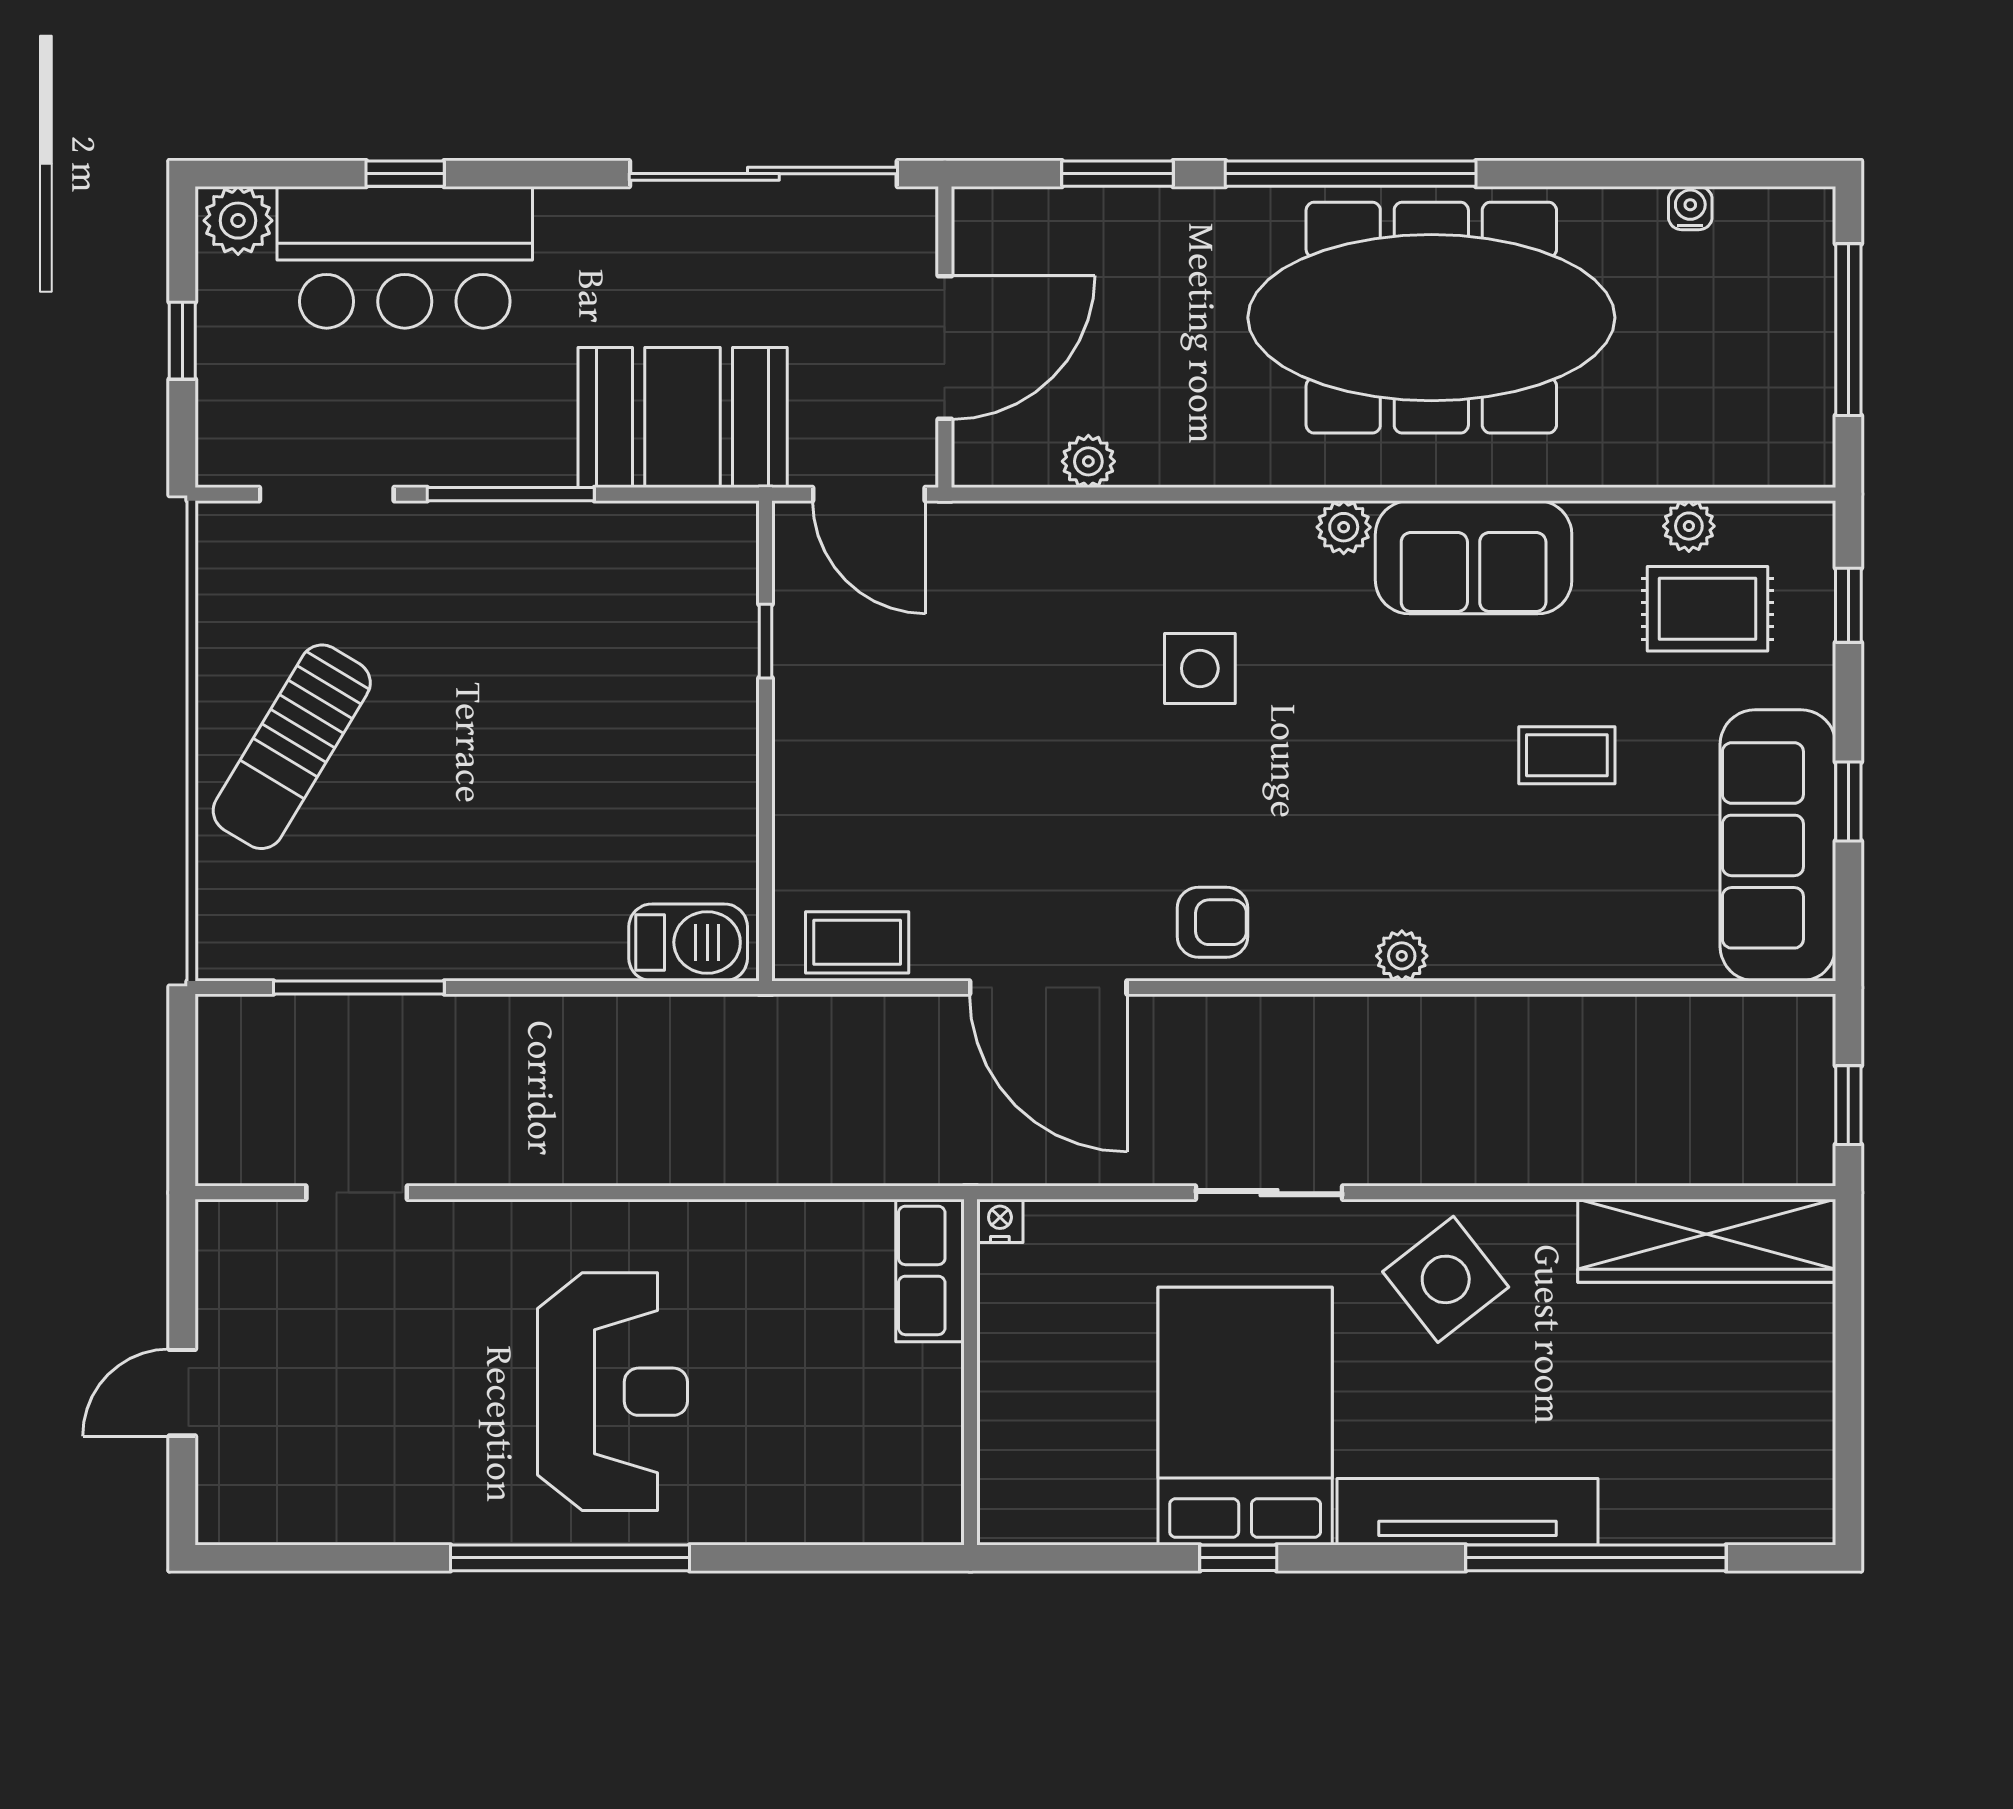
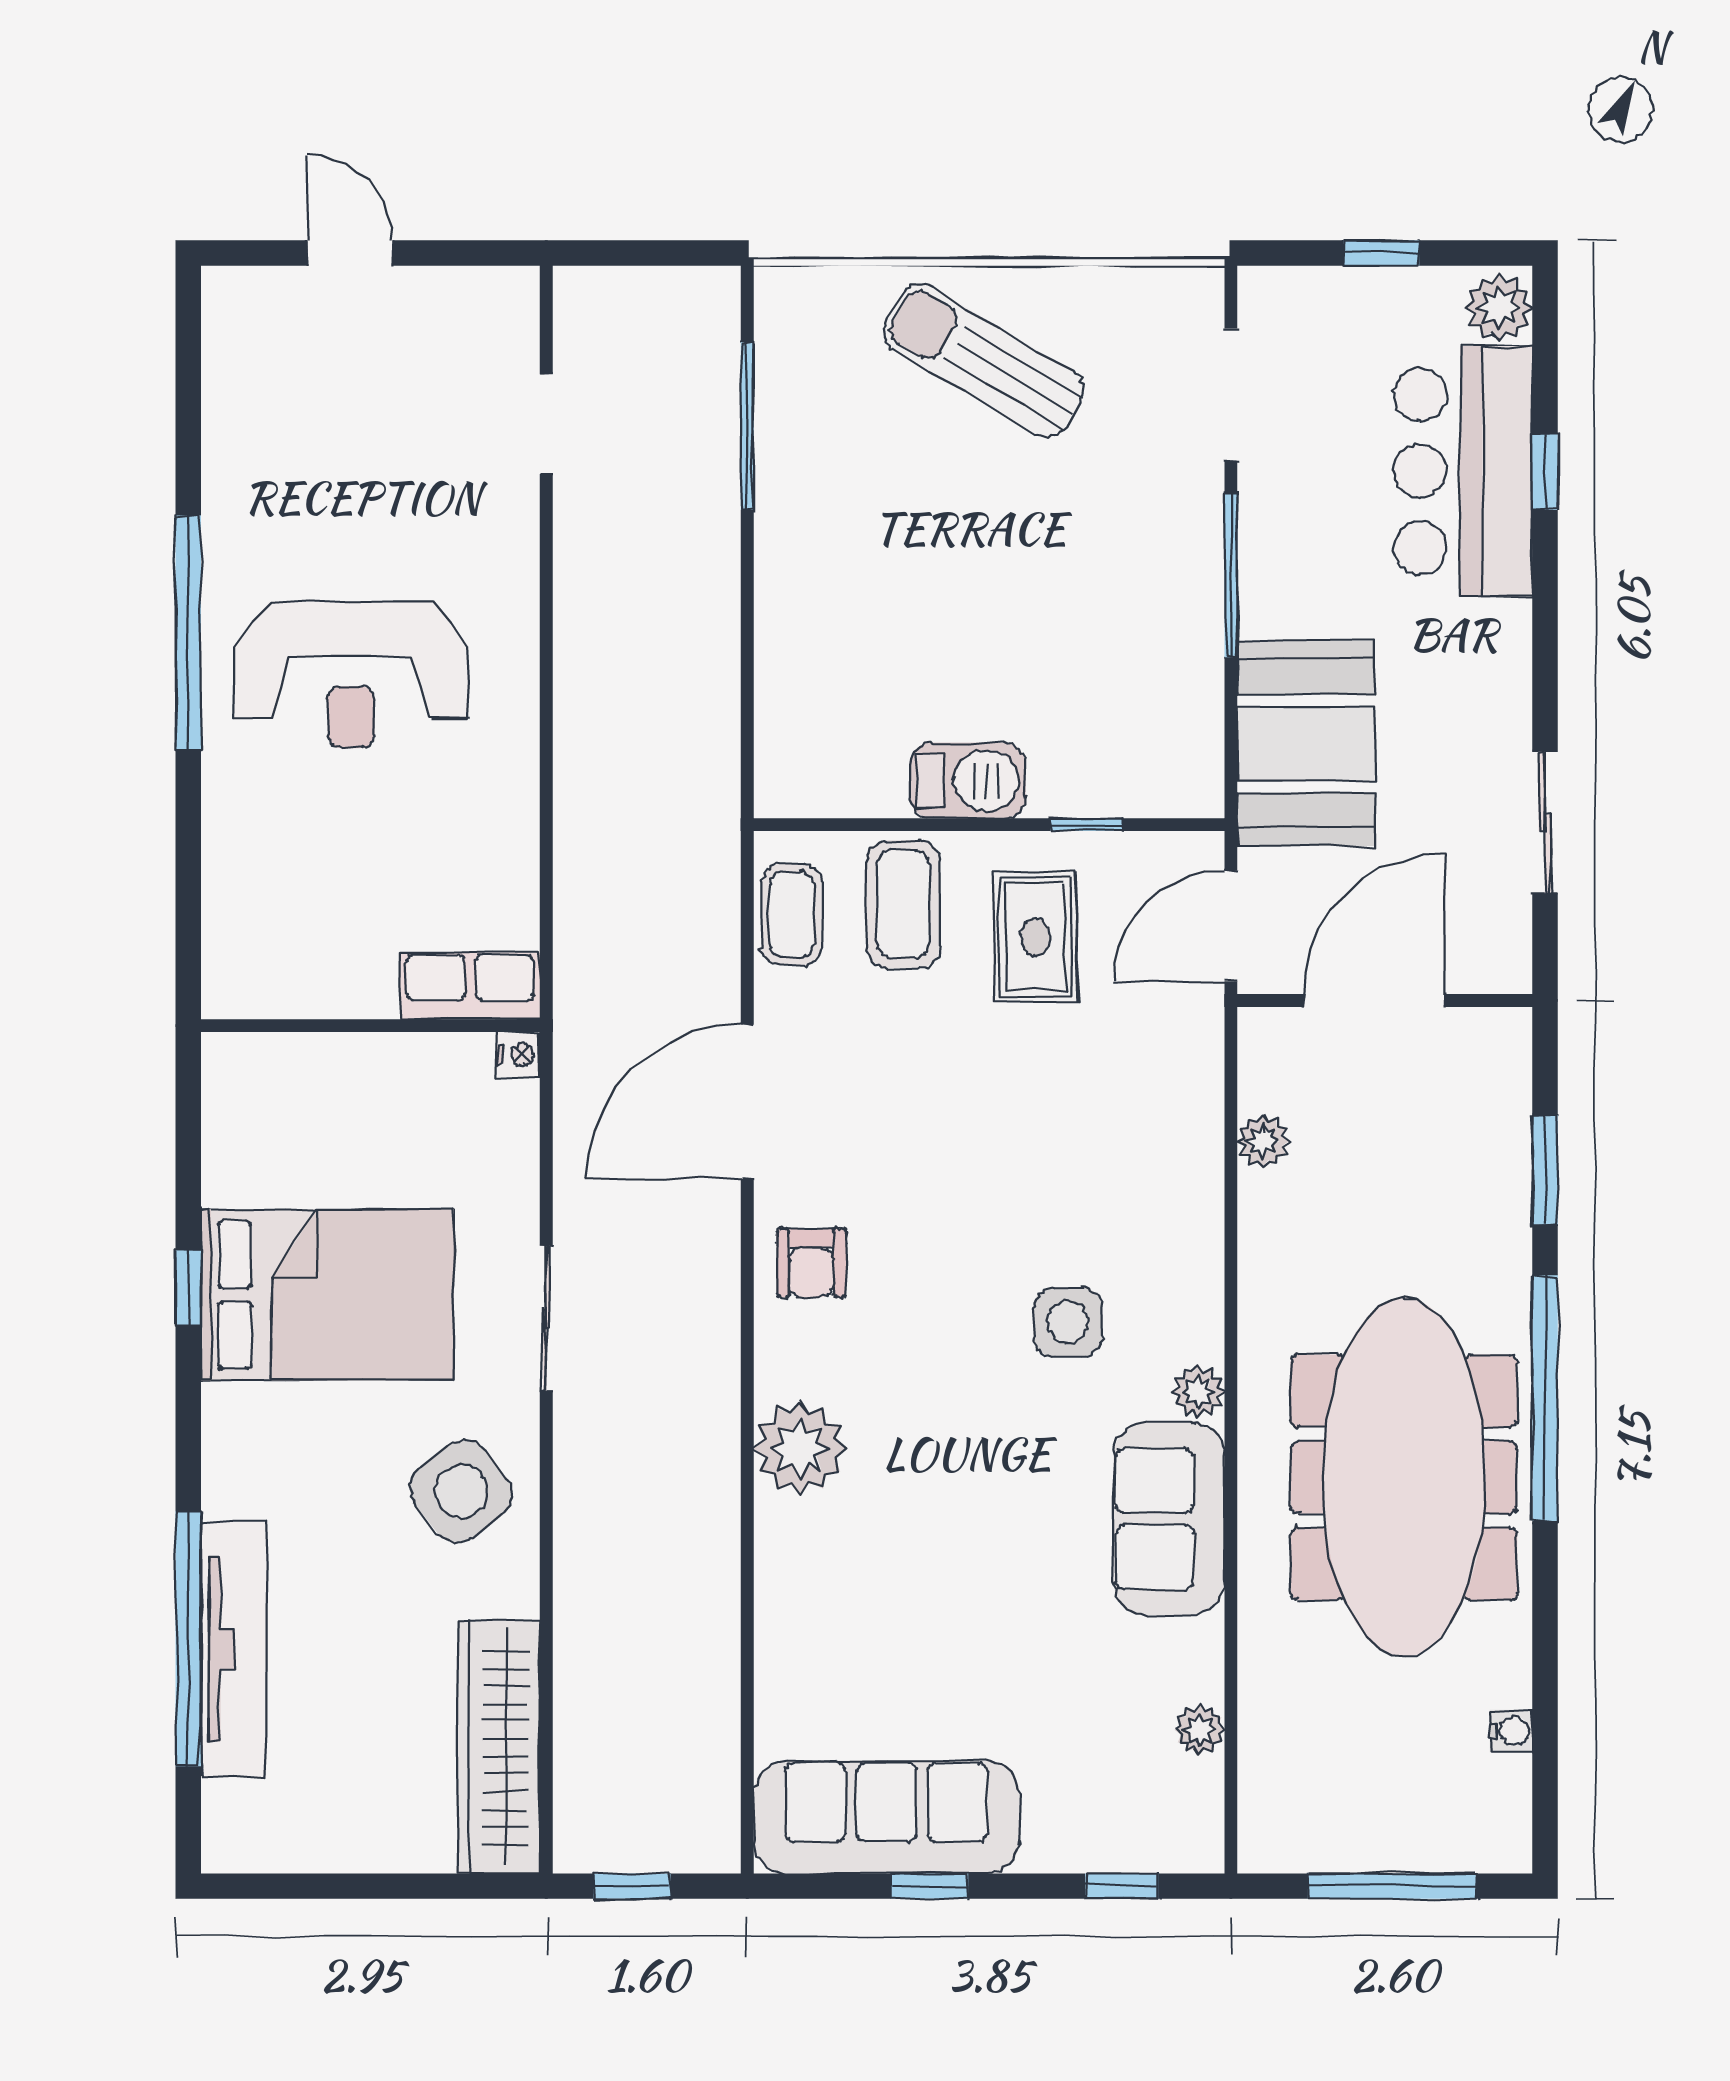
sliding door: (763, 174) -> (1545, 823), width x0.54
door: (945, 347) -> (1375, 1000), swing flipped
rug: (1707, 609) -> (1035, 937), moved
side table: (1200, 668) -> (1068, 1322), moved
coffee table: (1567, 755) -> (903, 904), moved, width x1.36, depth x1.30
barbecue: (688, 942) -> (968, 780), moved, turned -90
plant: (1402, 956) -> (800, 1448), width x1.88, depth x1.88
tv unit: (1468, 1512) -> (233, 1649), moved

